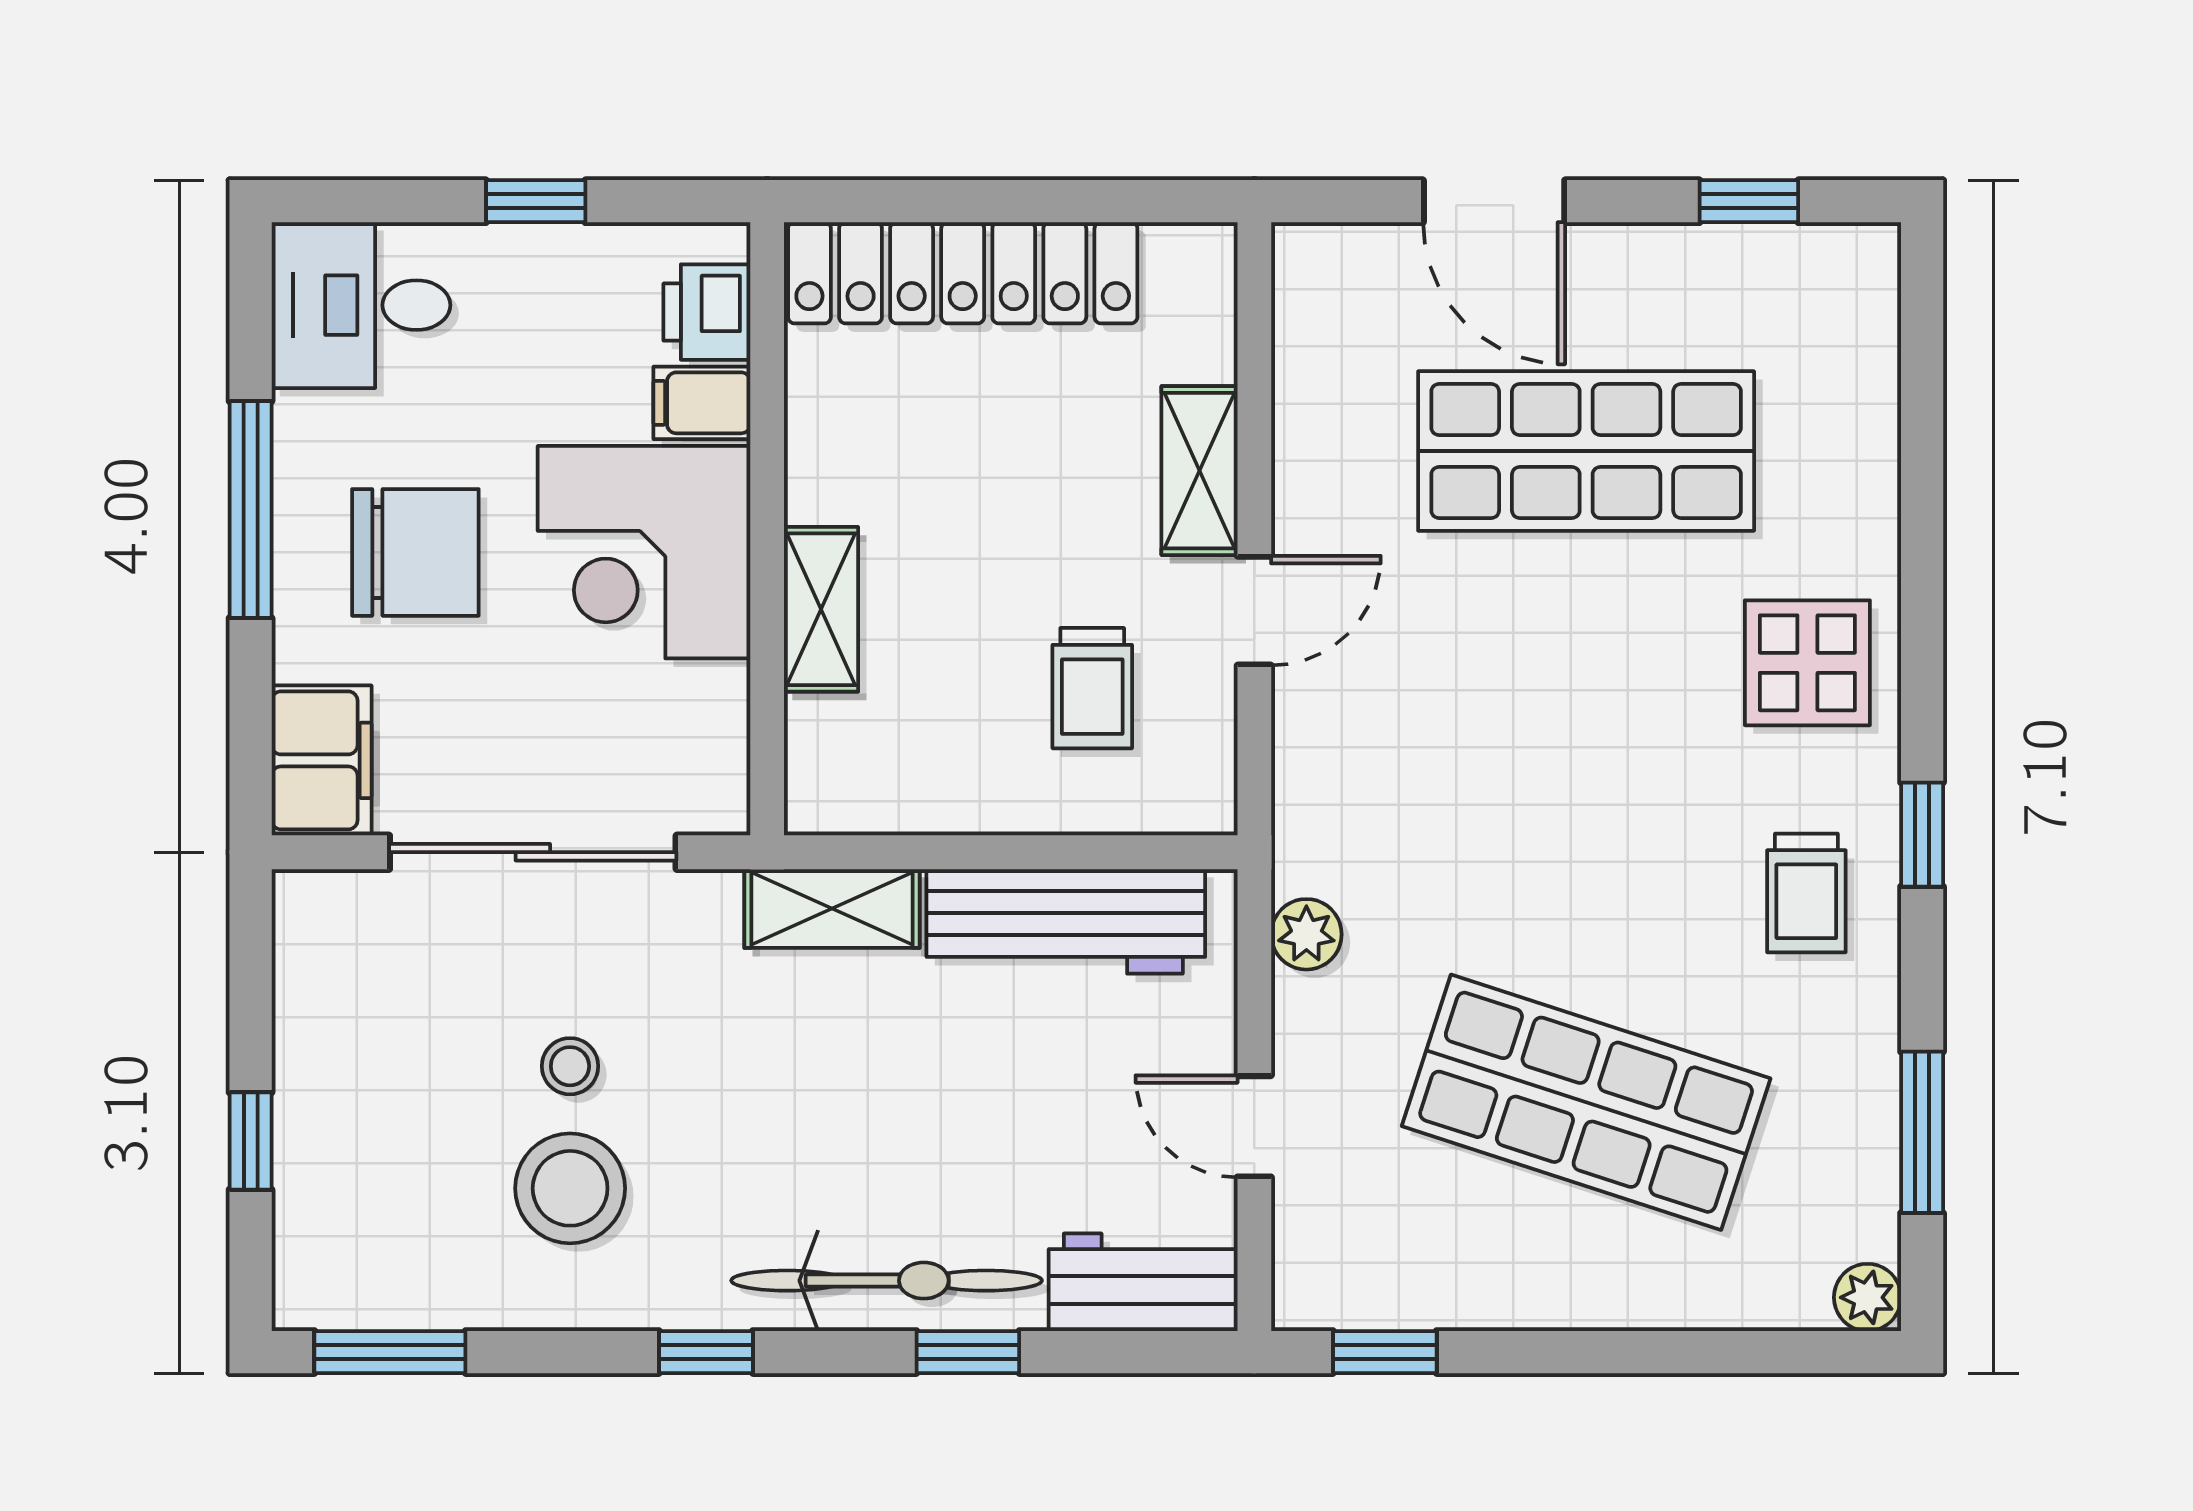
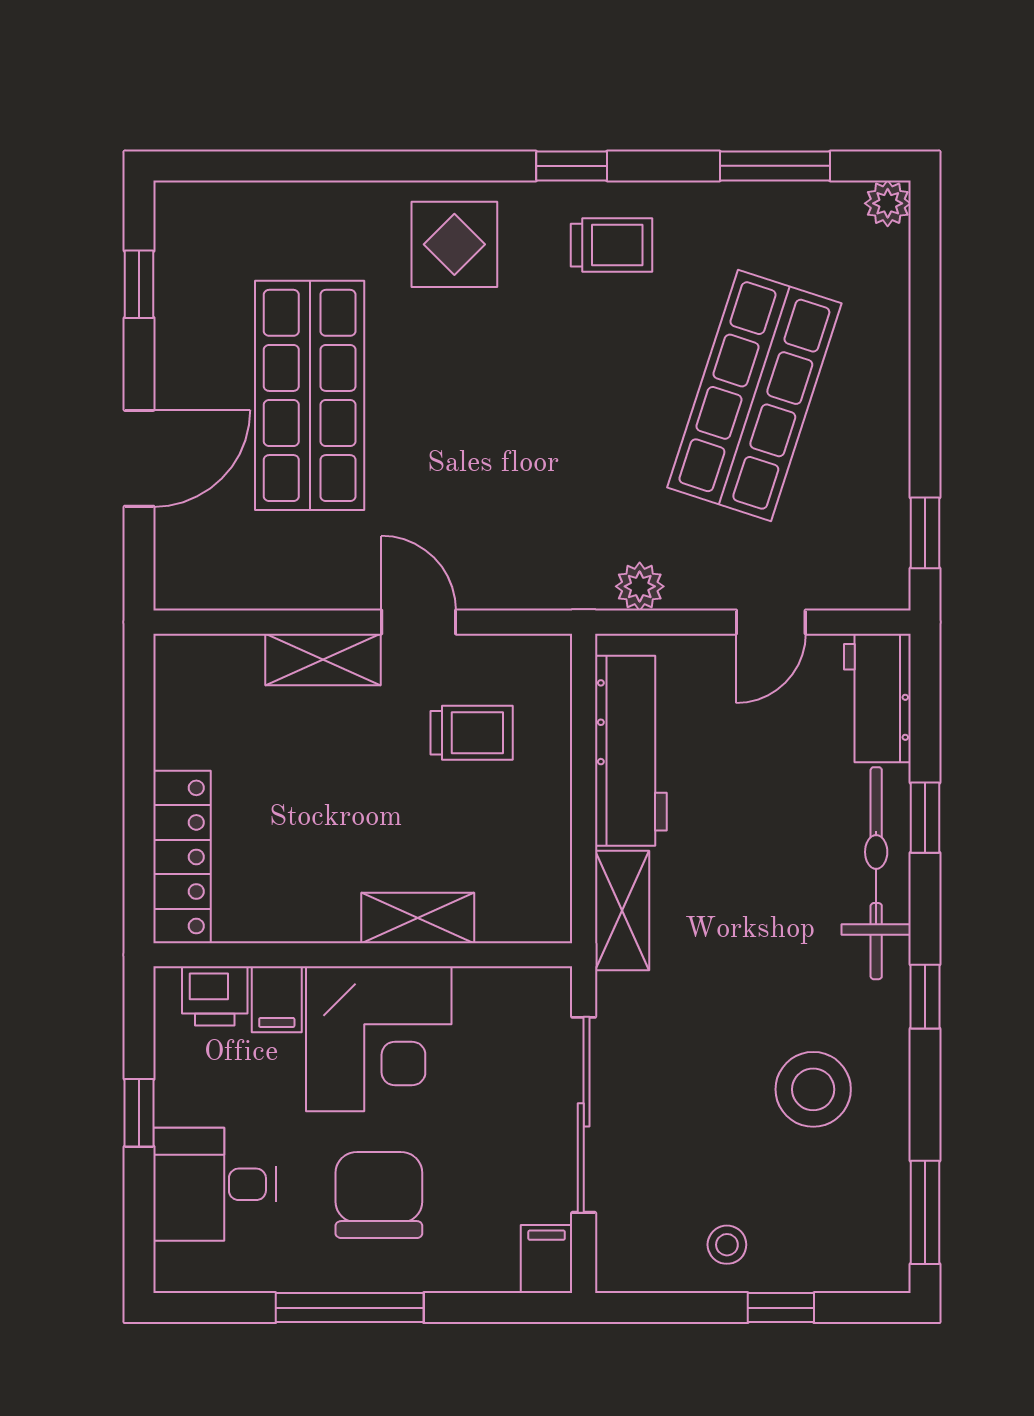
locker: (963, 273) -> (182, 857), width x0.71, depth x0.83
desk: (361, 305) -> (214, 1184), moved, turned 90
filing cabinet: (322, 760) -> (547, 1259), width x0.50
stool: (570, 1066) -> (727, 1245), moved

